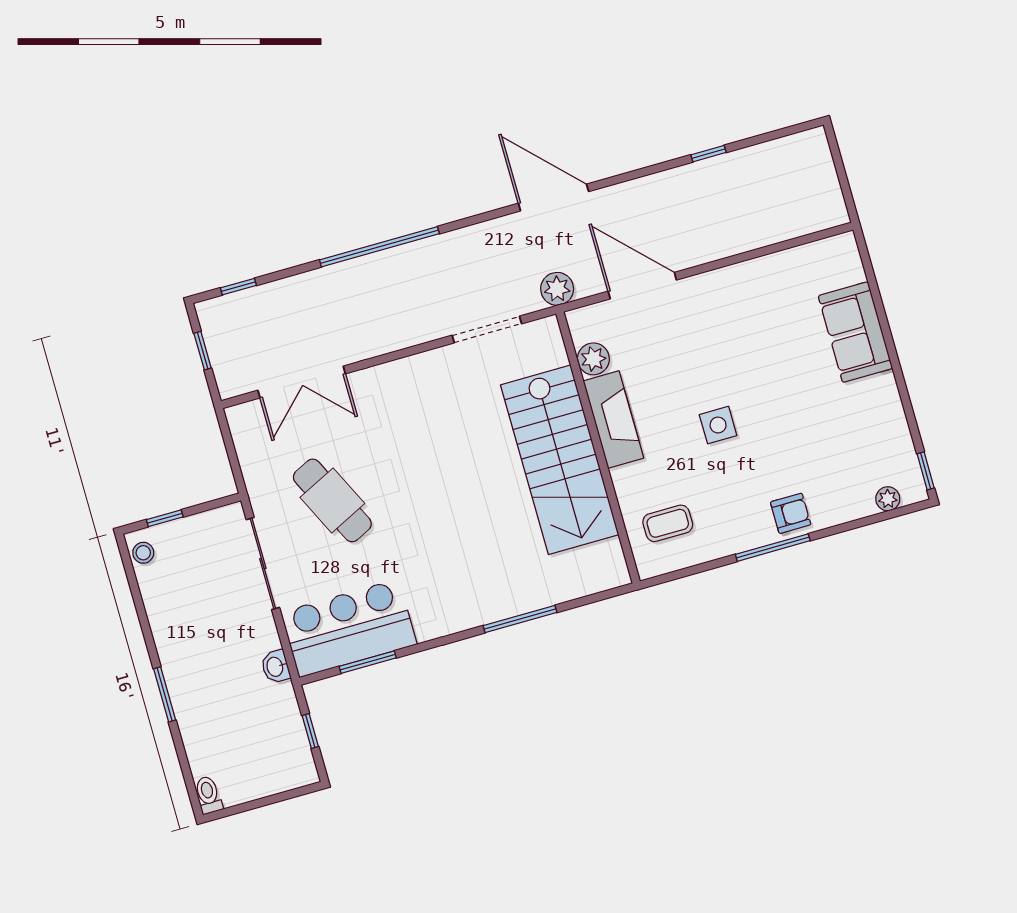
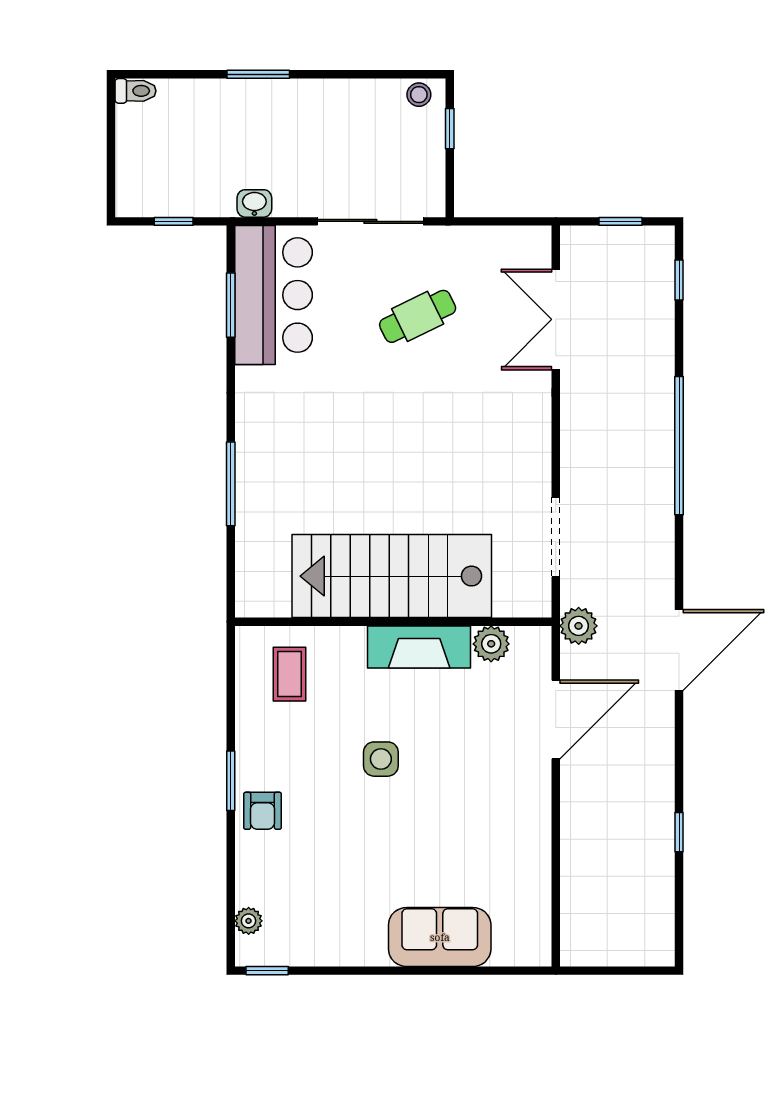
cafe table: (332, 500) -> (418, 316), width x0.73, depth x0.74
window: (773, 548) -> (231, 781), width x0.69

